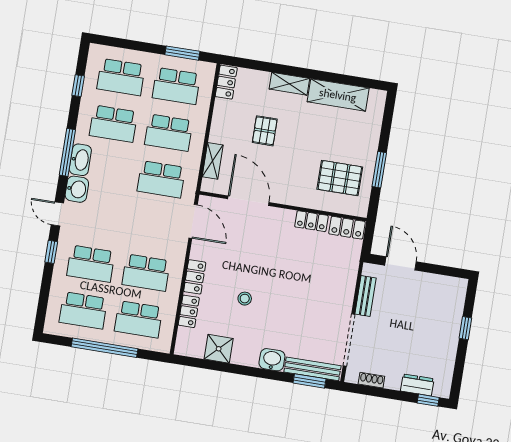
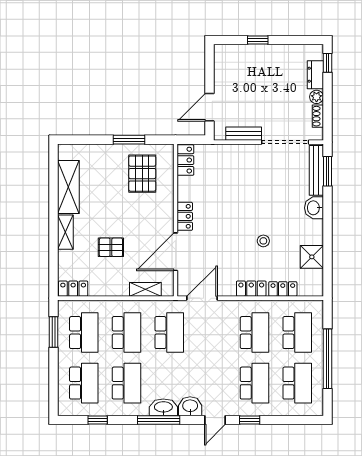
locker: (311, 221) -> (185, 216), moved
plant: (393, 382) -> (316, 97), added

